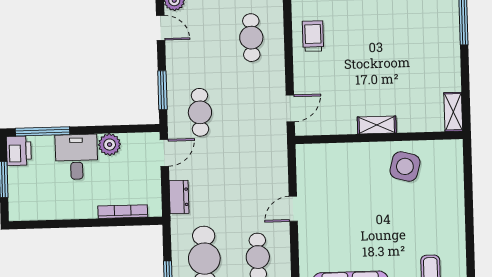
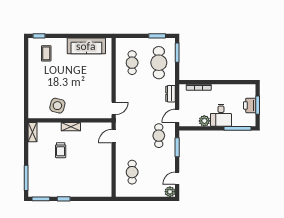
door: (161, 28) -> (177, 178), hinge flipped
trolley: (313, 36) -> (61, 150), moved
printer: (19, 151) -> (250, 105), moved
door: (293, 209) -> (114, 108), moved

